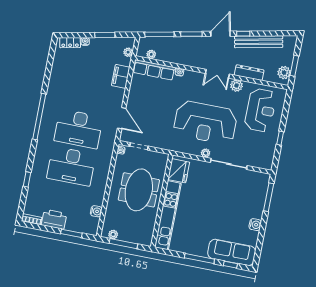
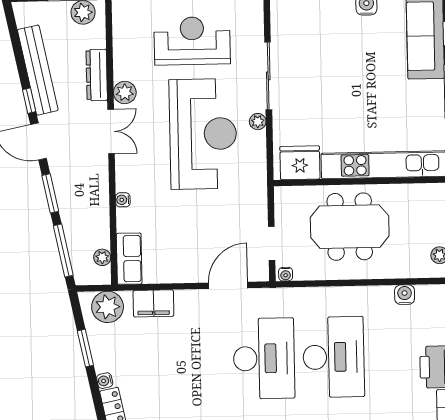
plant: (128, 52) -> (108, 307), width x1.88, depth x1.88
row of seats: (154, 70) -> (129, 259), width x0.68
reception desk: (260, 110) -> (192, 41), moved

